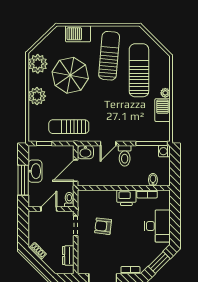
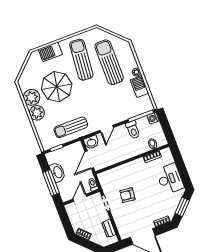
plant: (38, 64) -> (32, 97), moved
toilet: (125, 156) -> (133, 130), moved
printer: (126, 198) -> (137, 166), removed

